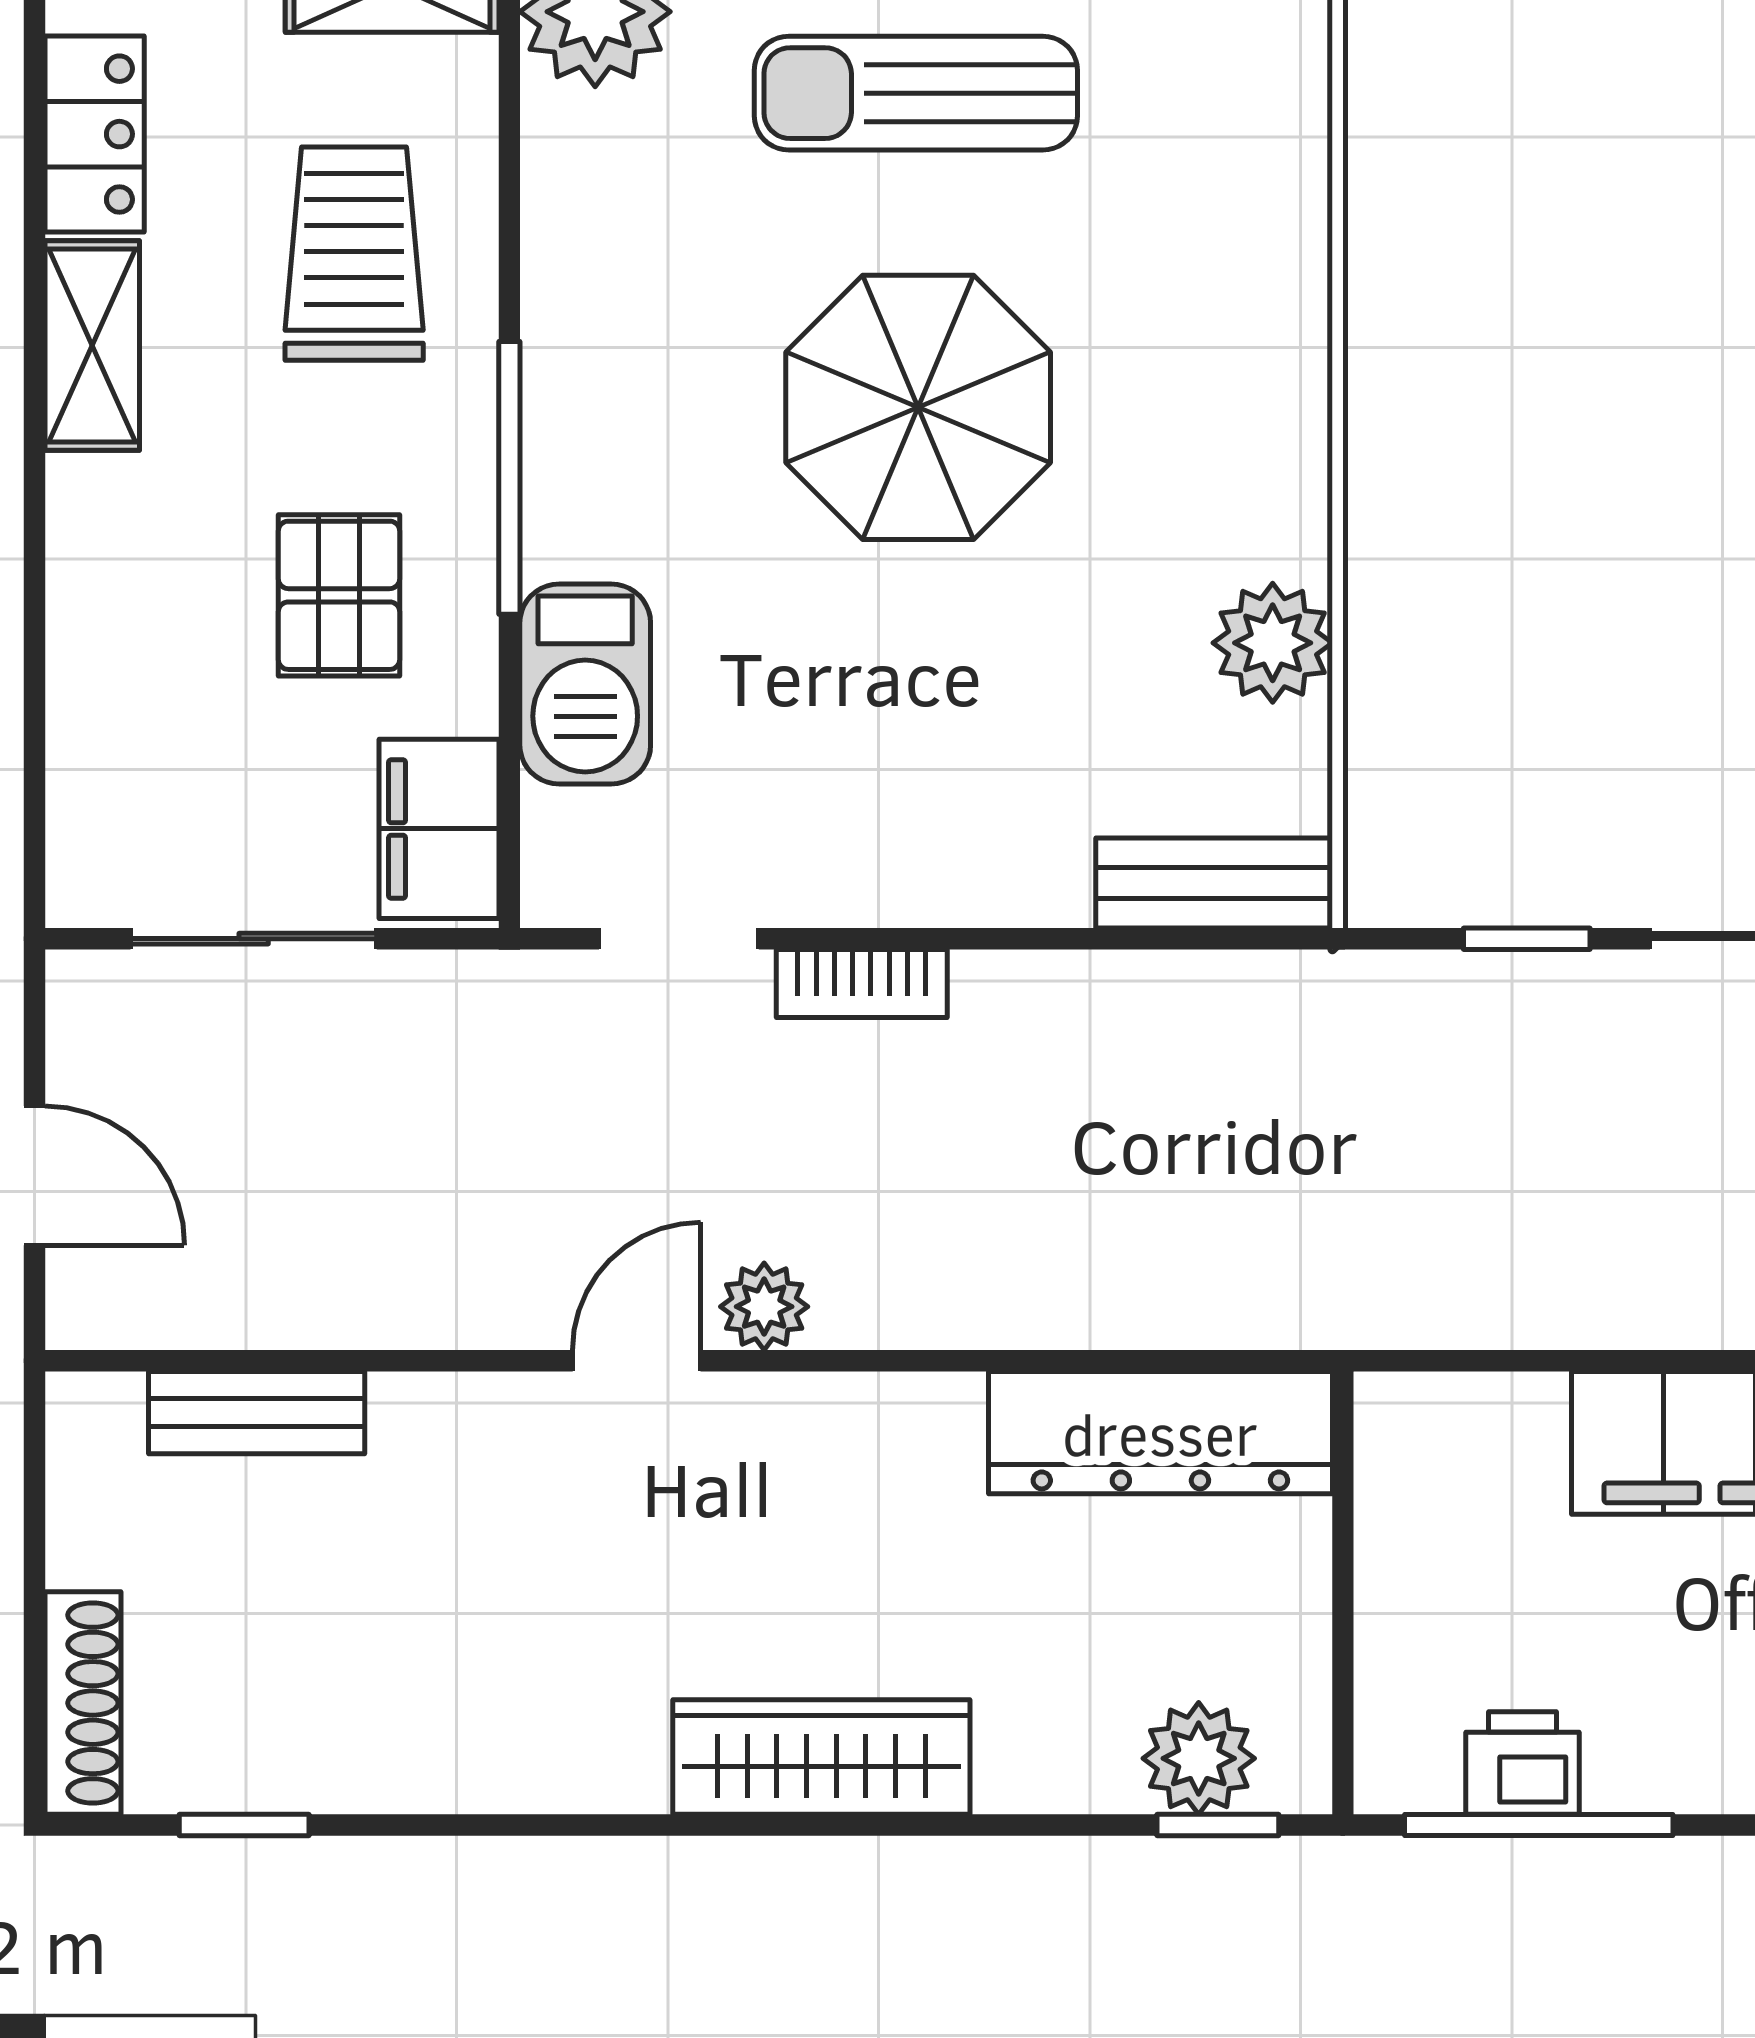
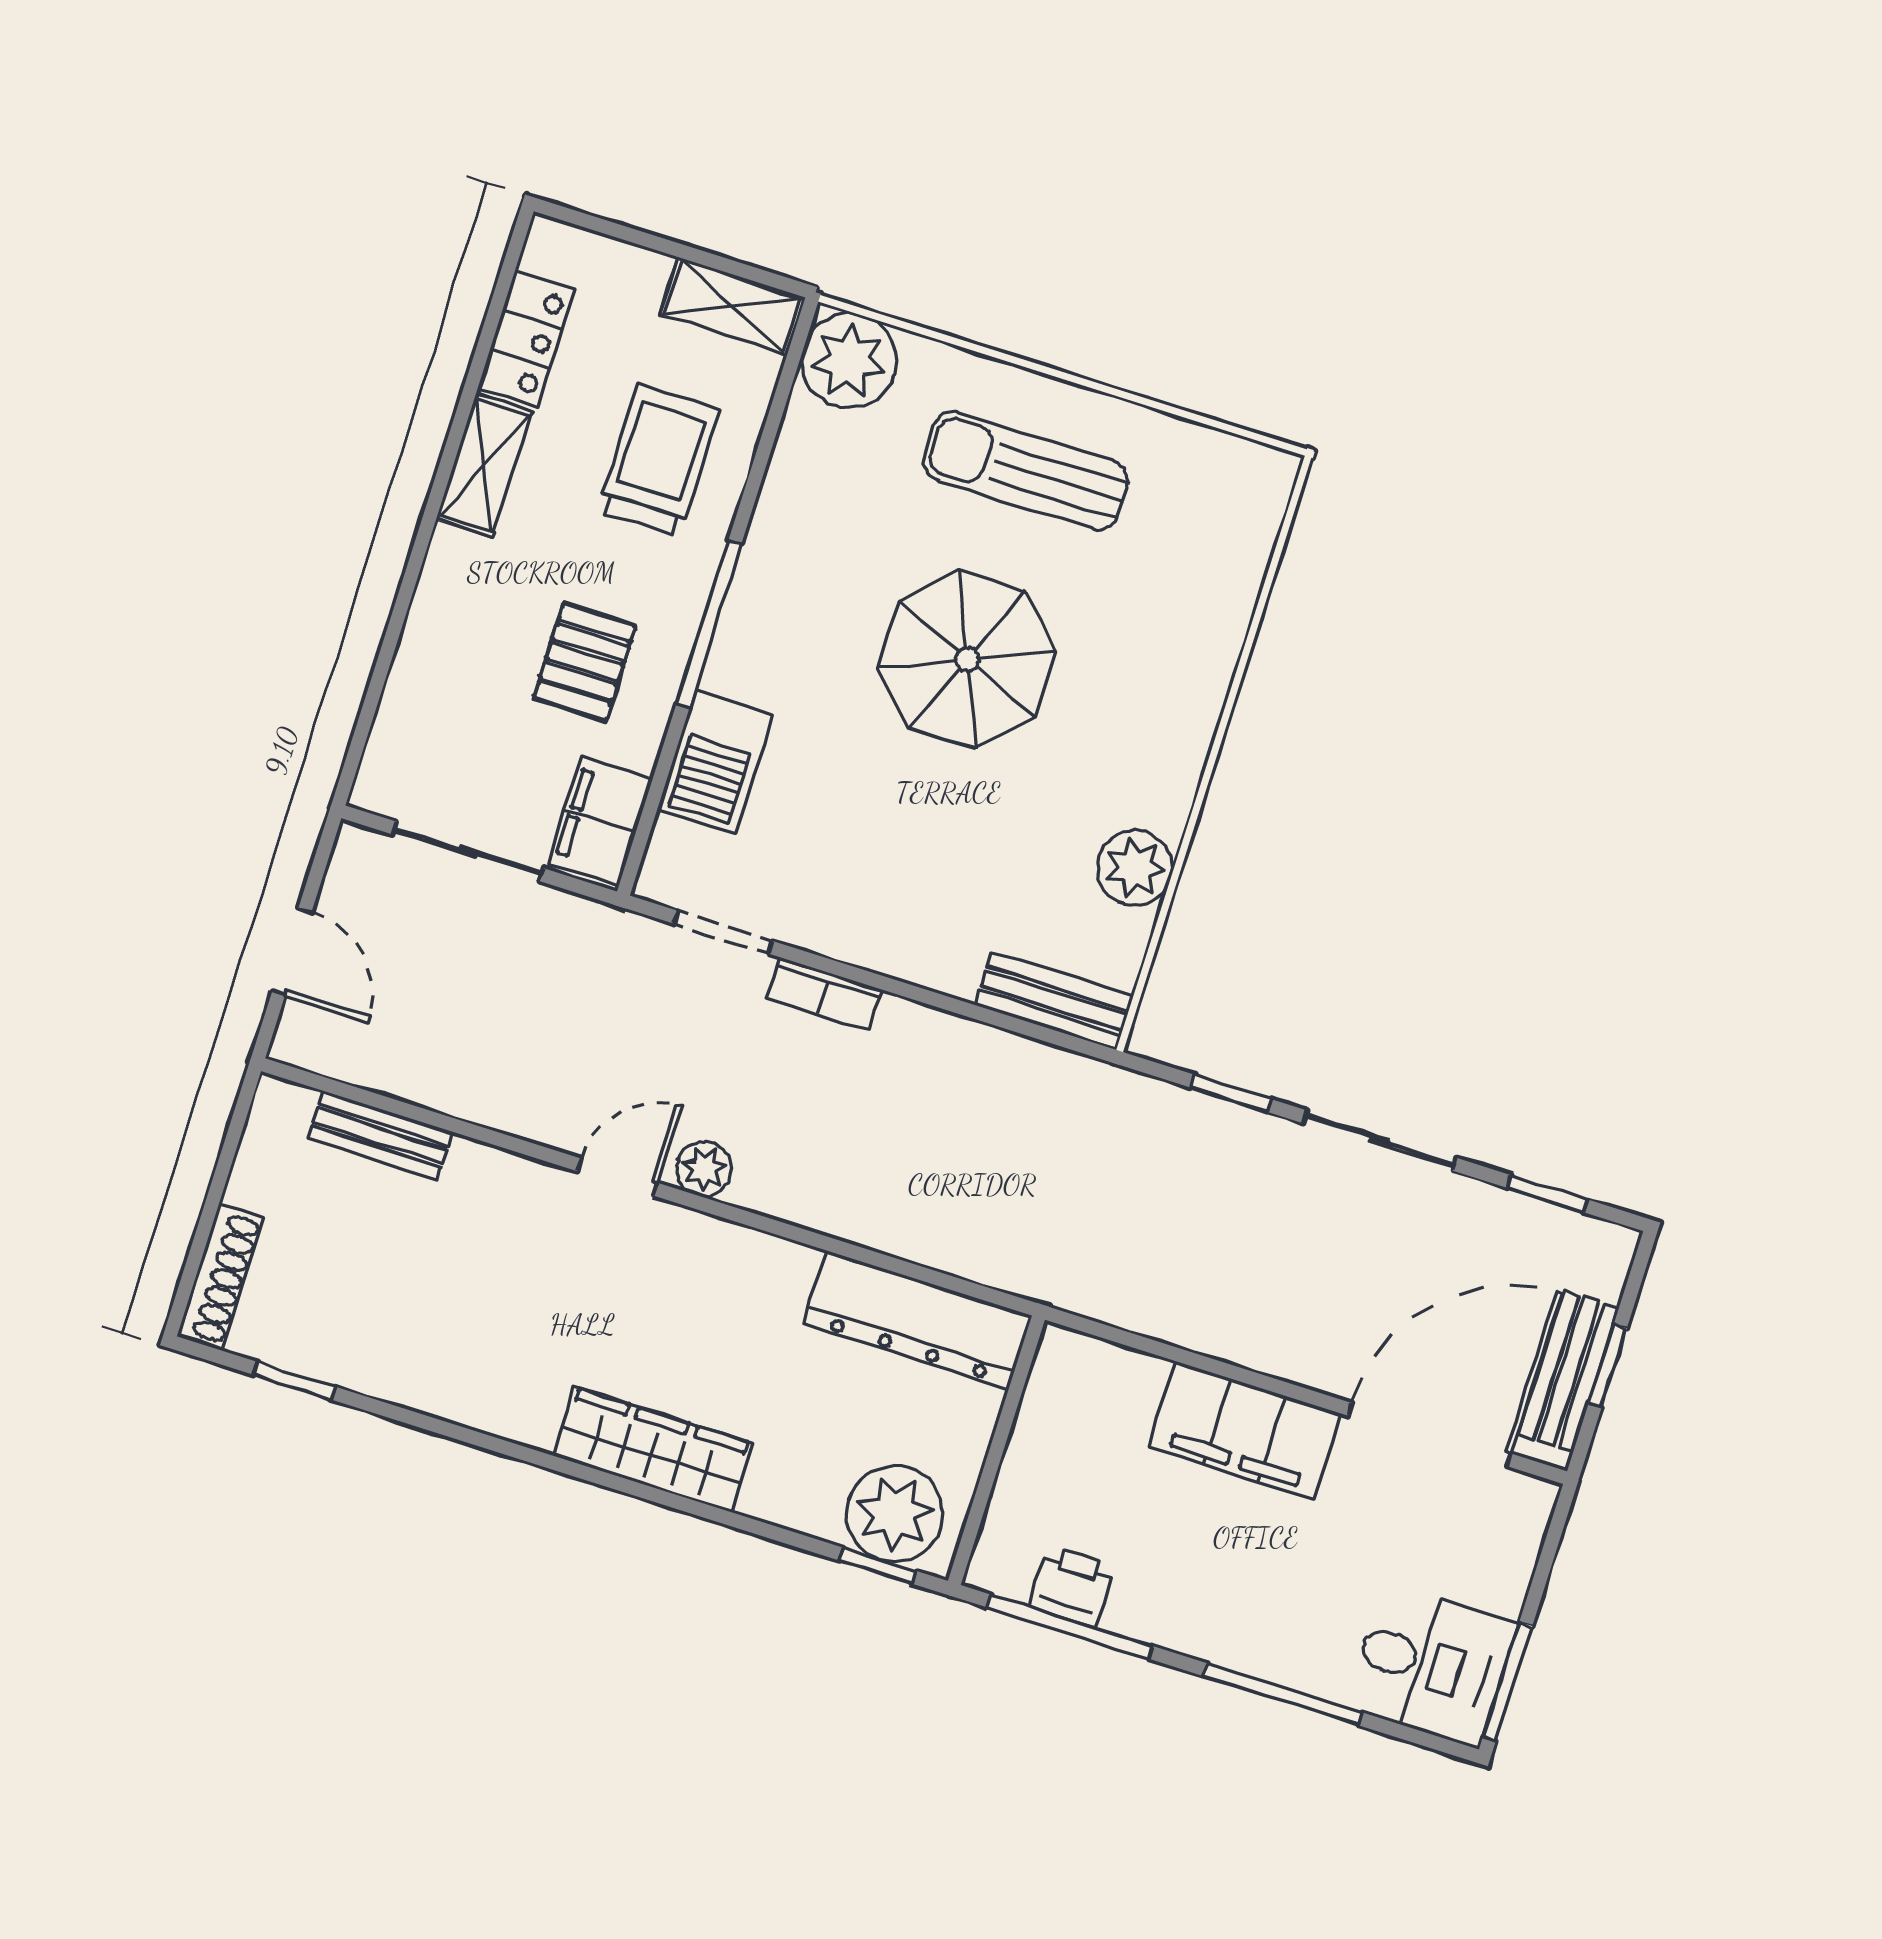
plant: (1199, 1758) -> (895, 1514), width x1.36, depth x1.36

